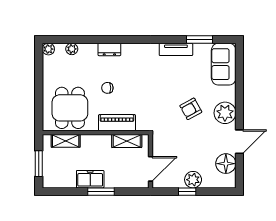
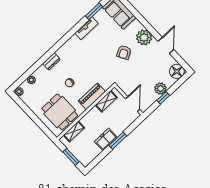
floor lamp: (226, 164) -> (177, 71), moved

